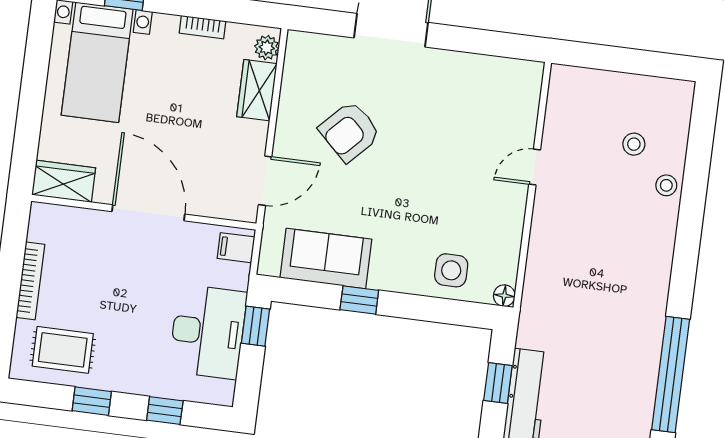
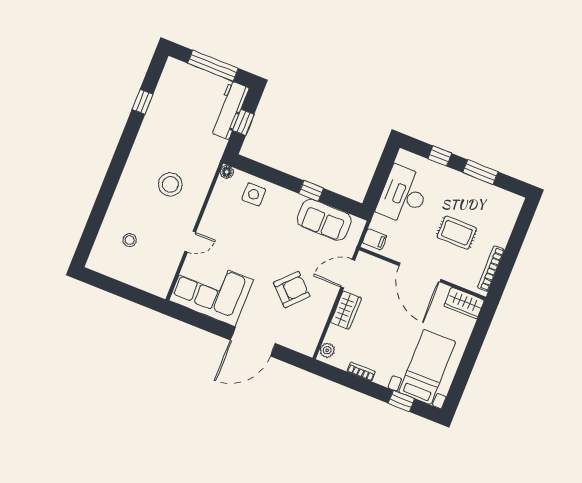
wardrobe: (257, 90) -> (346, 310), moved
corner sofa: (481, 97) -> (211, 290), added
stool: (666, 185) -> (170, 184), moved, width x1.89, depth x1.89
bookcase: (30, 281) -> (491, 269), moved
window: (256, 326) -> (375, 191), removed
rug: (63, 350) -> (457, 233), moved
window: (671, 374) -> (143, 102), width x0.32
window: (92, 401) -> (480, 172), width x1.50

